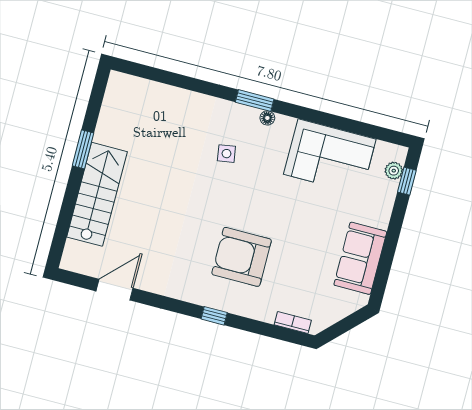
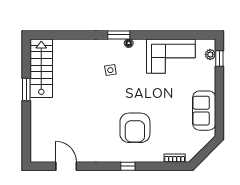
stairs: (97, 194) -> (41, 68), moved
armchair: (242, 257) -> (135, 128), turned -90
door: (115, 290) -> (66, 166), hinge flipped

